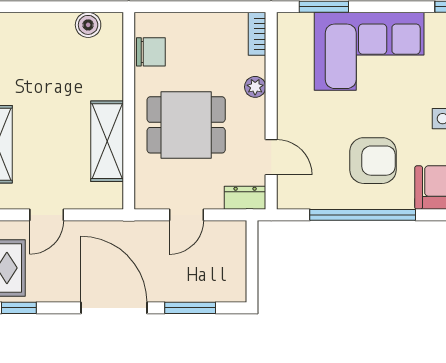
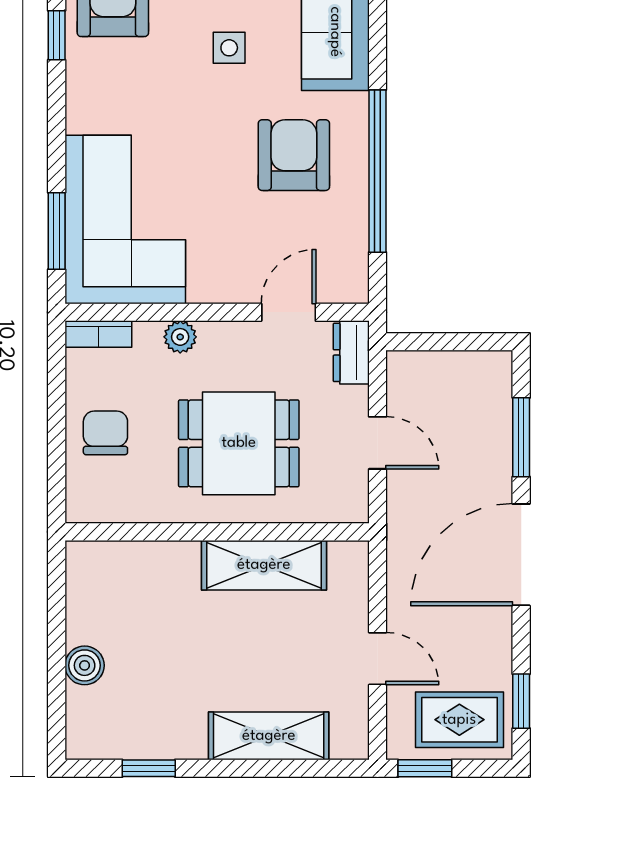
boiler: (88, 25) -> (85, 665), moved
corner sofa: (369, 51) -> (125, 219), moved
chair: (151, 52) -> (105, 433), moved
dining table: (186, 125) -> (239, 443), turned 90

